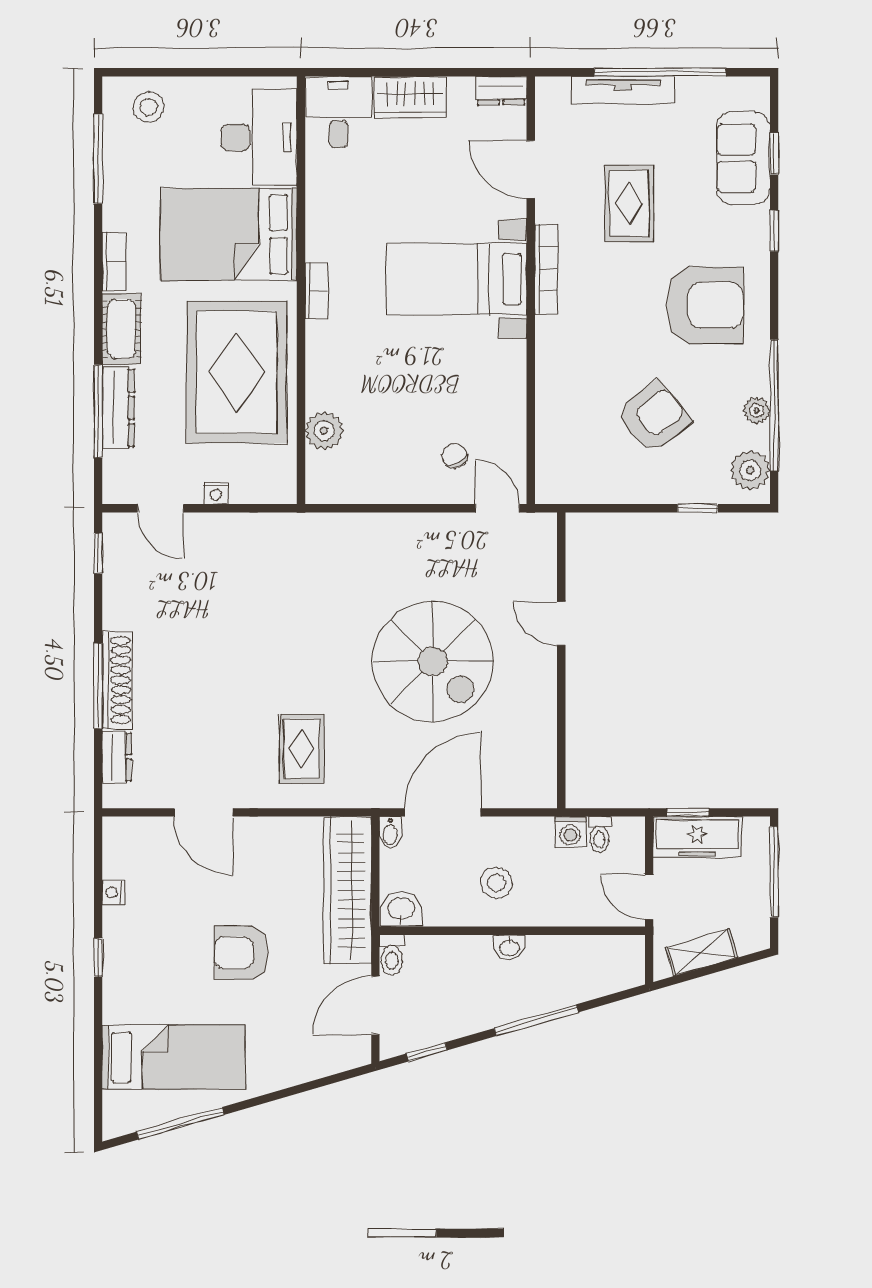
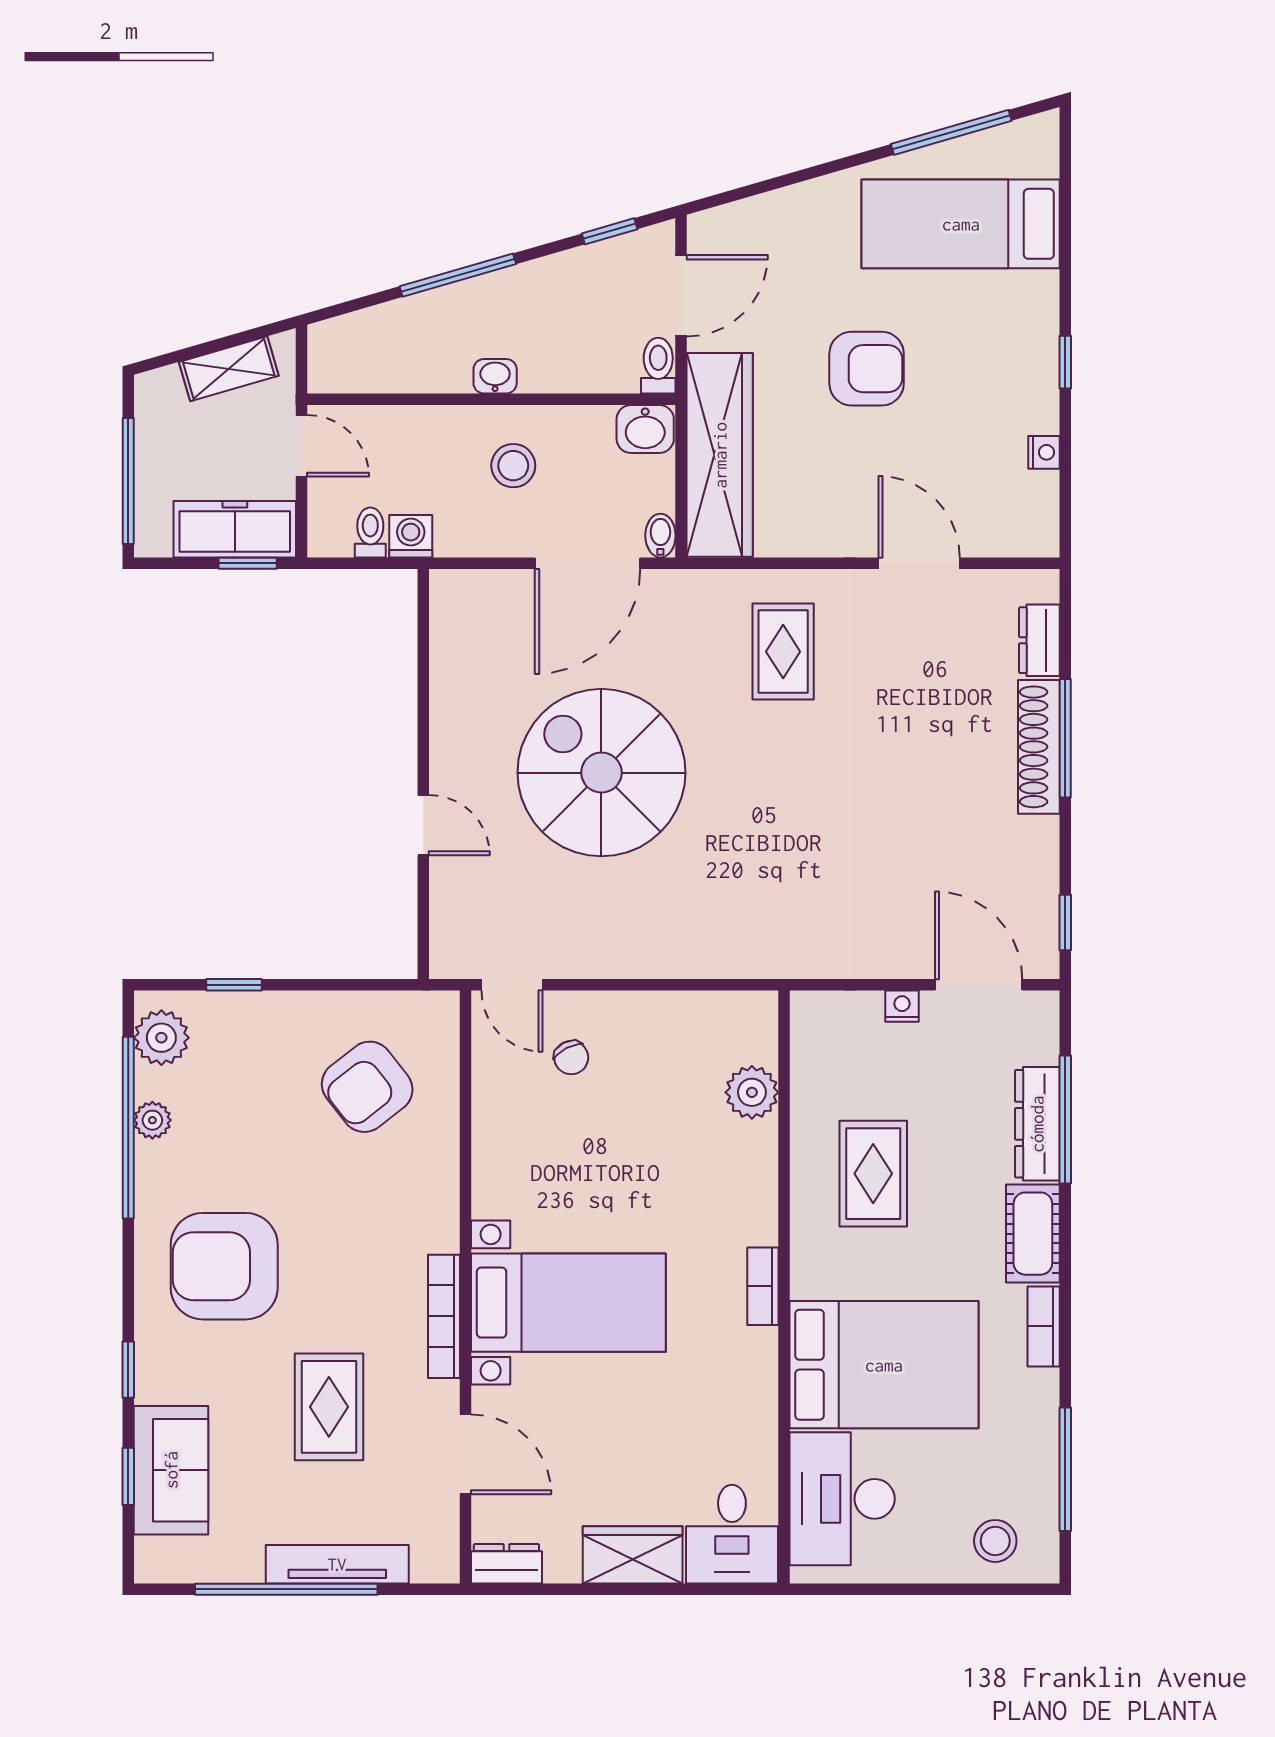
rug: (237, 372) -> (873, 1174), width x0.54, depth x0.49
armchair: (654, 417) -> (367, 1087), moved
door: (161, 508) -> (979, 985), width x1.38

